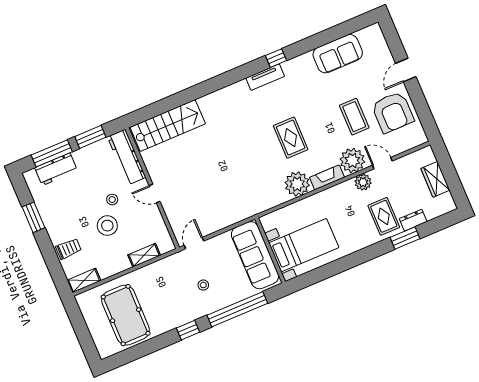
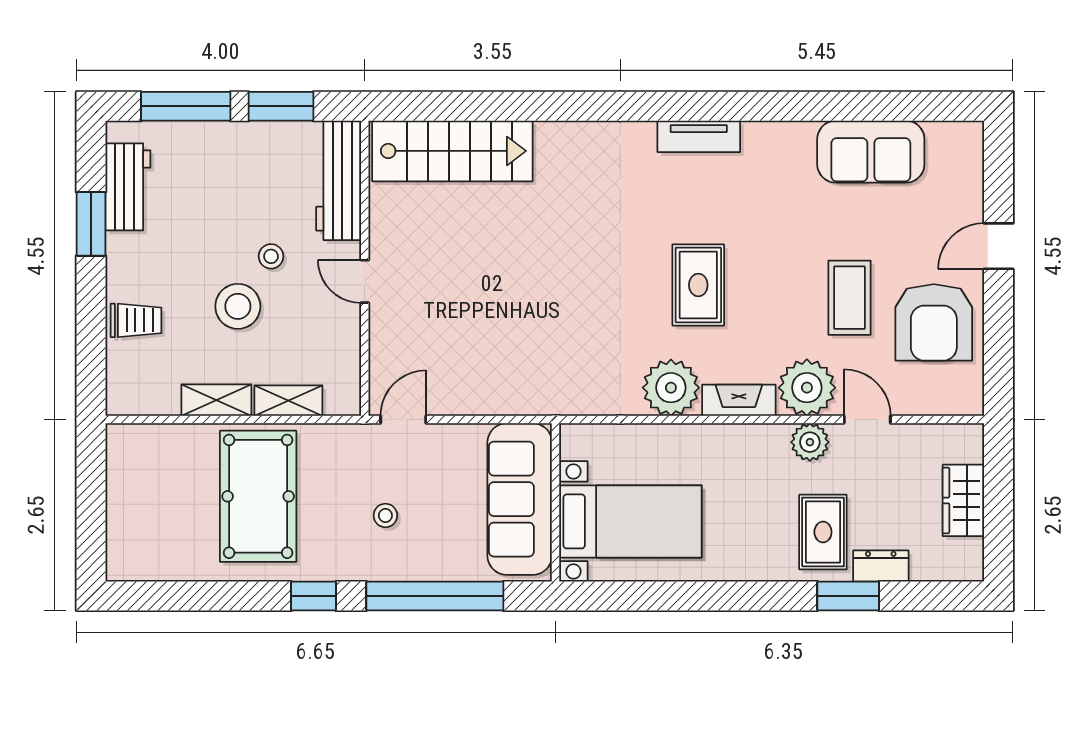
window: (276, 58) -> (738, 106), removed
workbench: (56, 169) -> (128, 187), moved, turned -90
shelving: (84, 280) -> (216, 400), moved
pool table: (126, 315) -> (258, 496), moved

